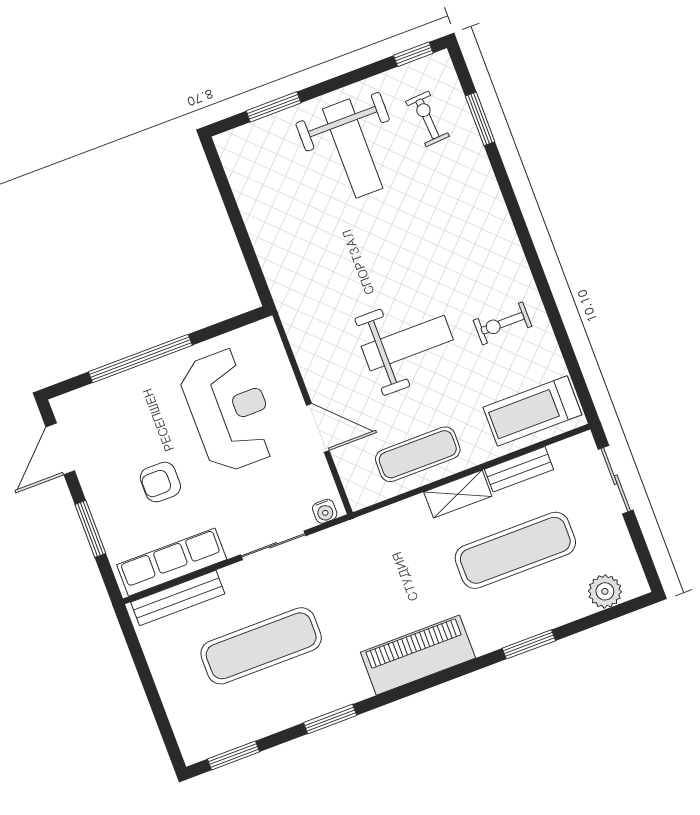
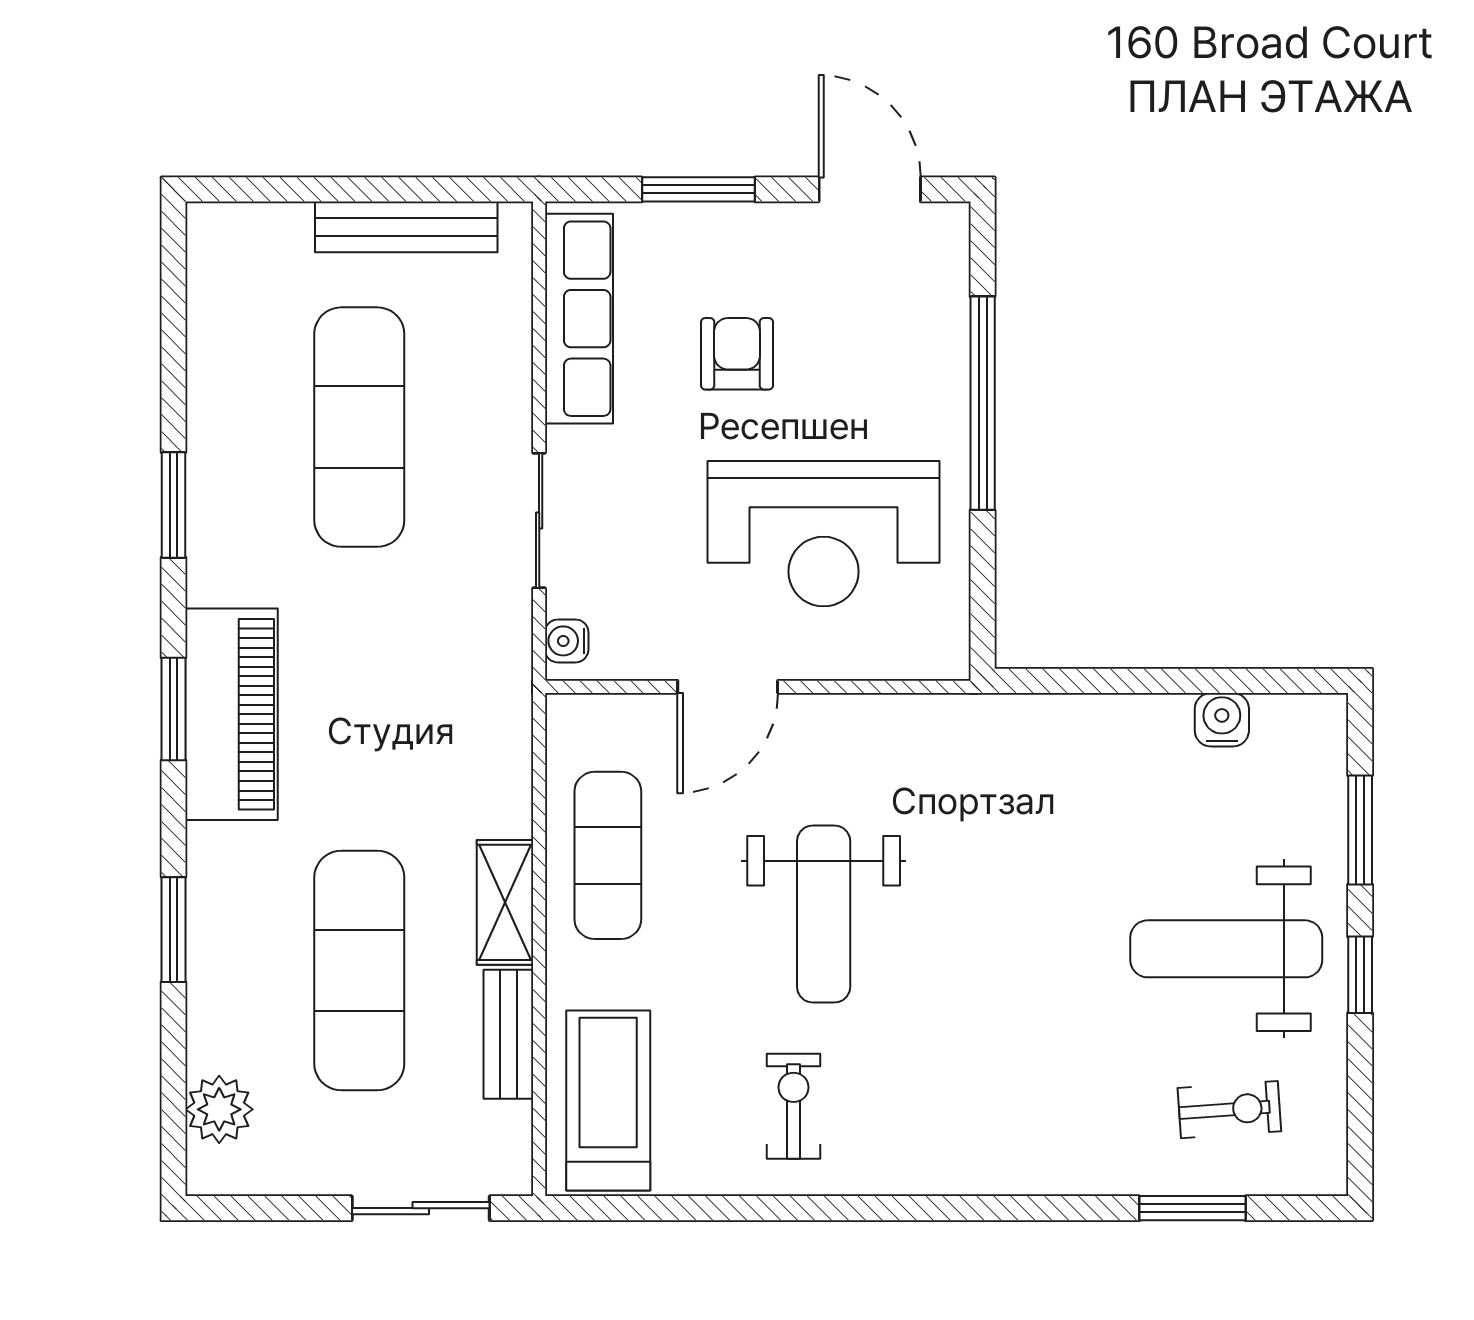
window: (413, 54) -> (1360, 975), moved
water cooler: (246, 191) -> (1222, 720), added
bench: (178, 598) -> (406, 227), moved, turned 90
window: (233, 755) -> (174, 709), moved

